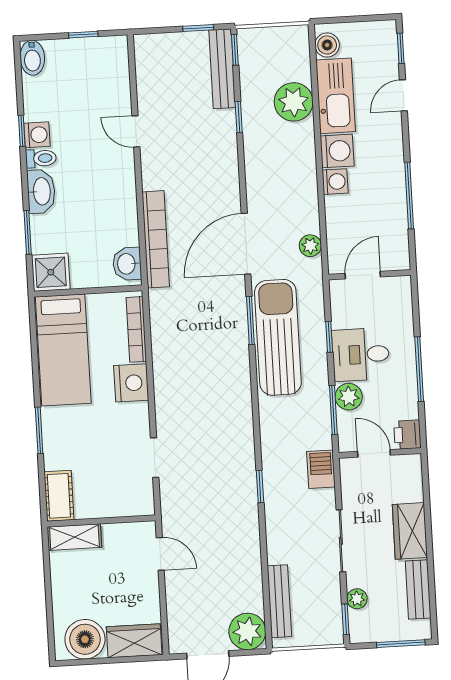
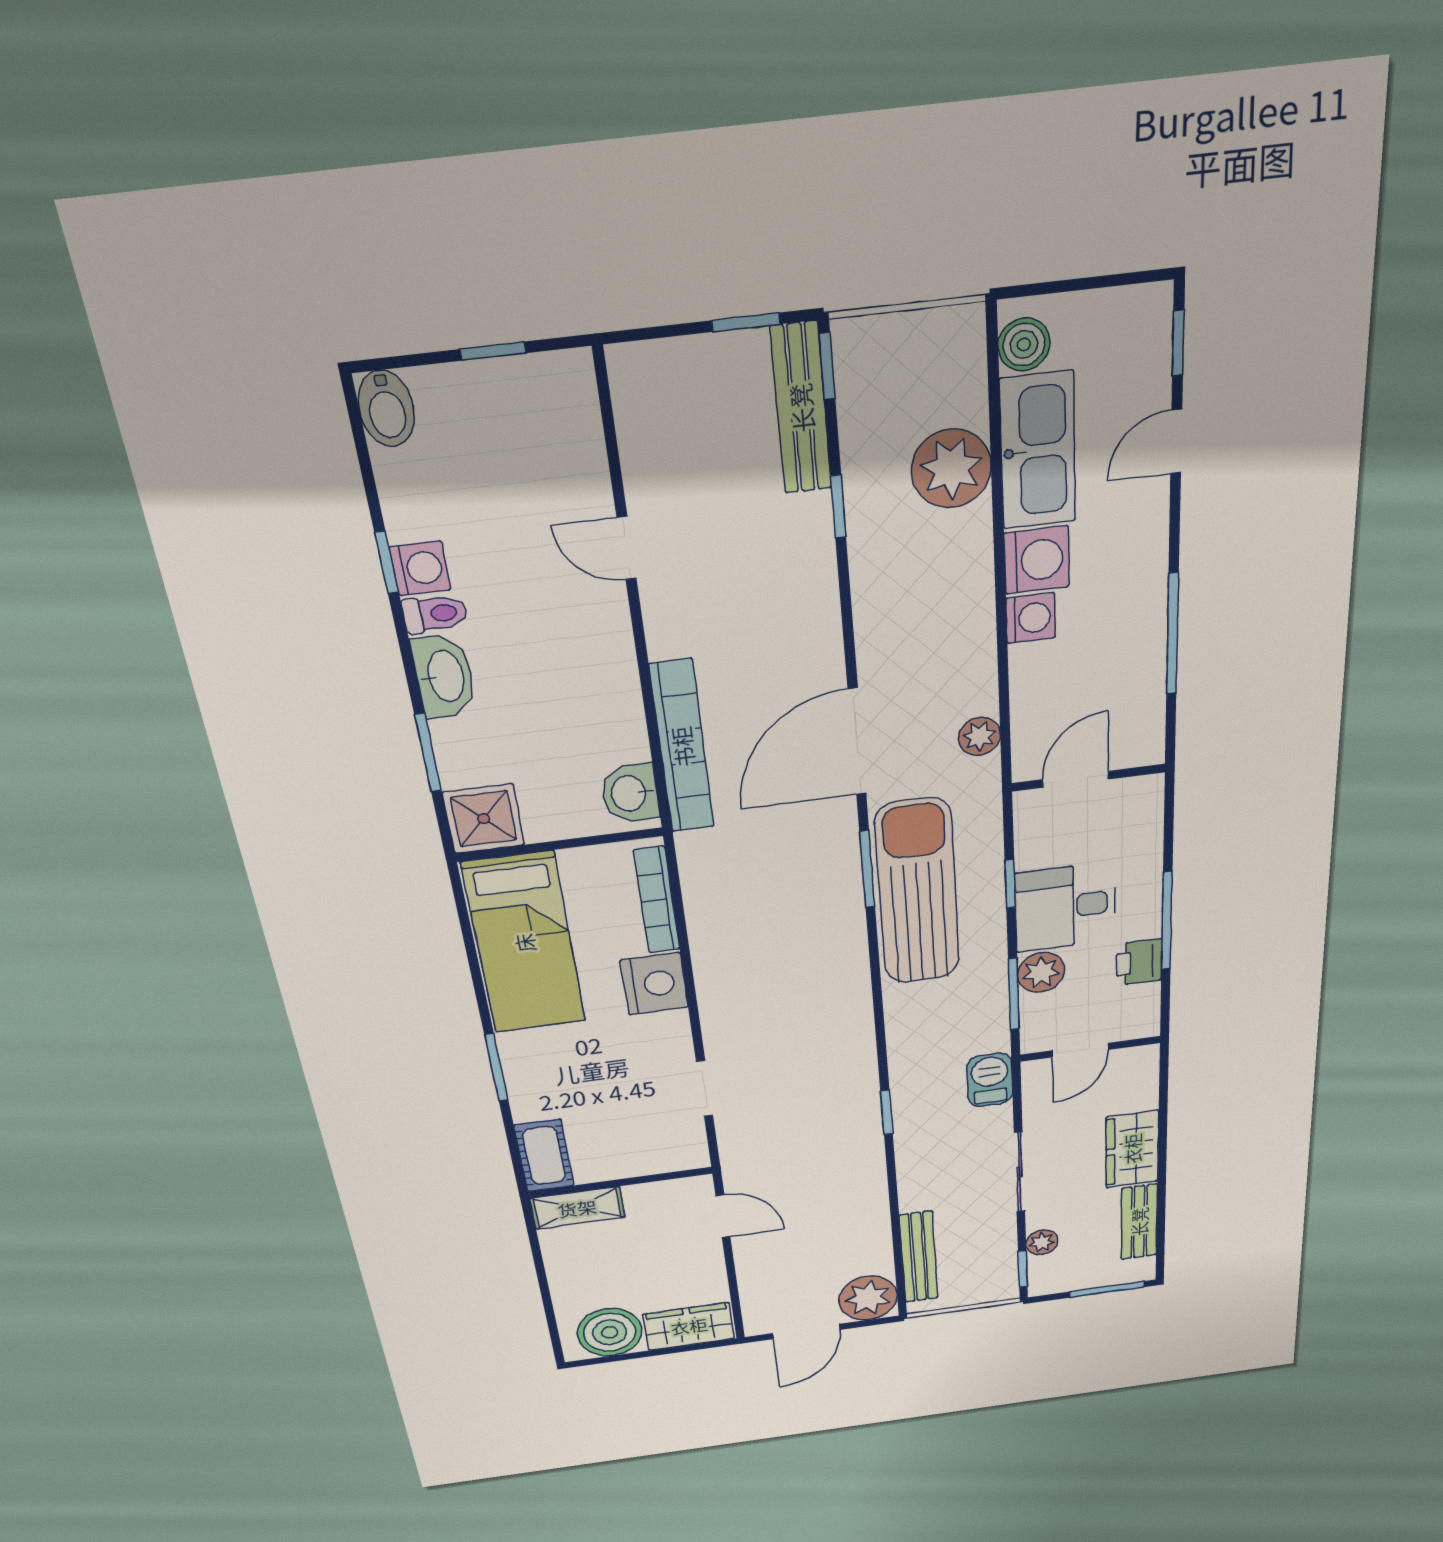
printer: (407, 435) -> (1139, 962), moved
door: (374, 453) -> (1080, 1050), swing flipped

